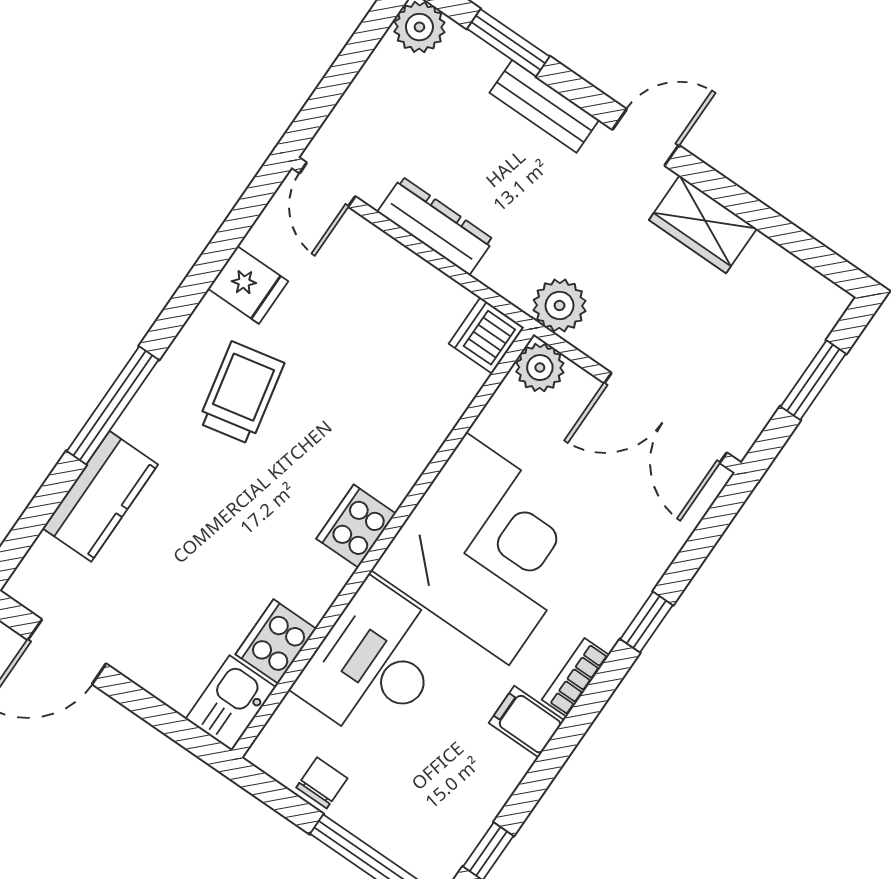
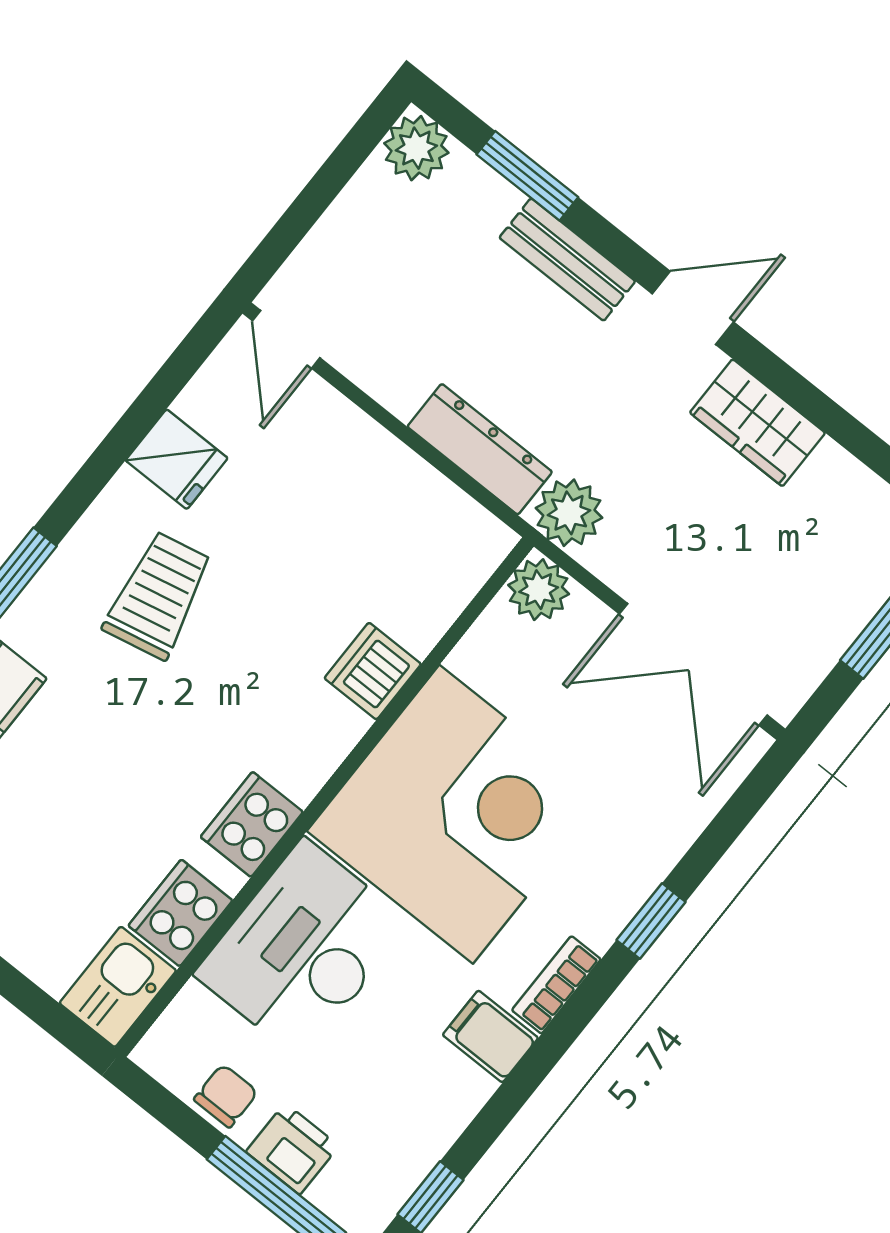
dresser: (436, 226) -> (480, 449), moved
dishwasher: (486, 336) -> (373, 671), moved
cooker: (356, 526) -> (252, 824), moved
printer: (377, 821) -> (292, 1149), added

